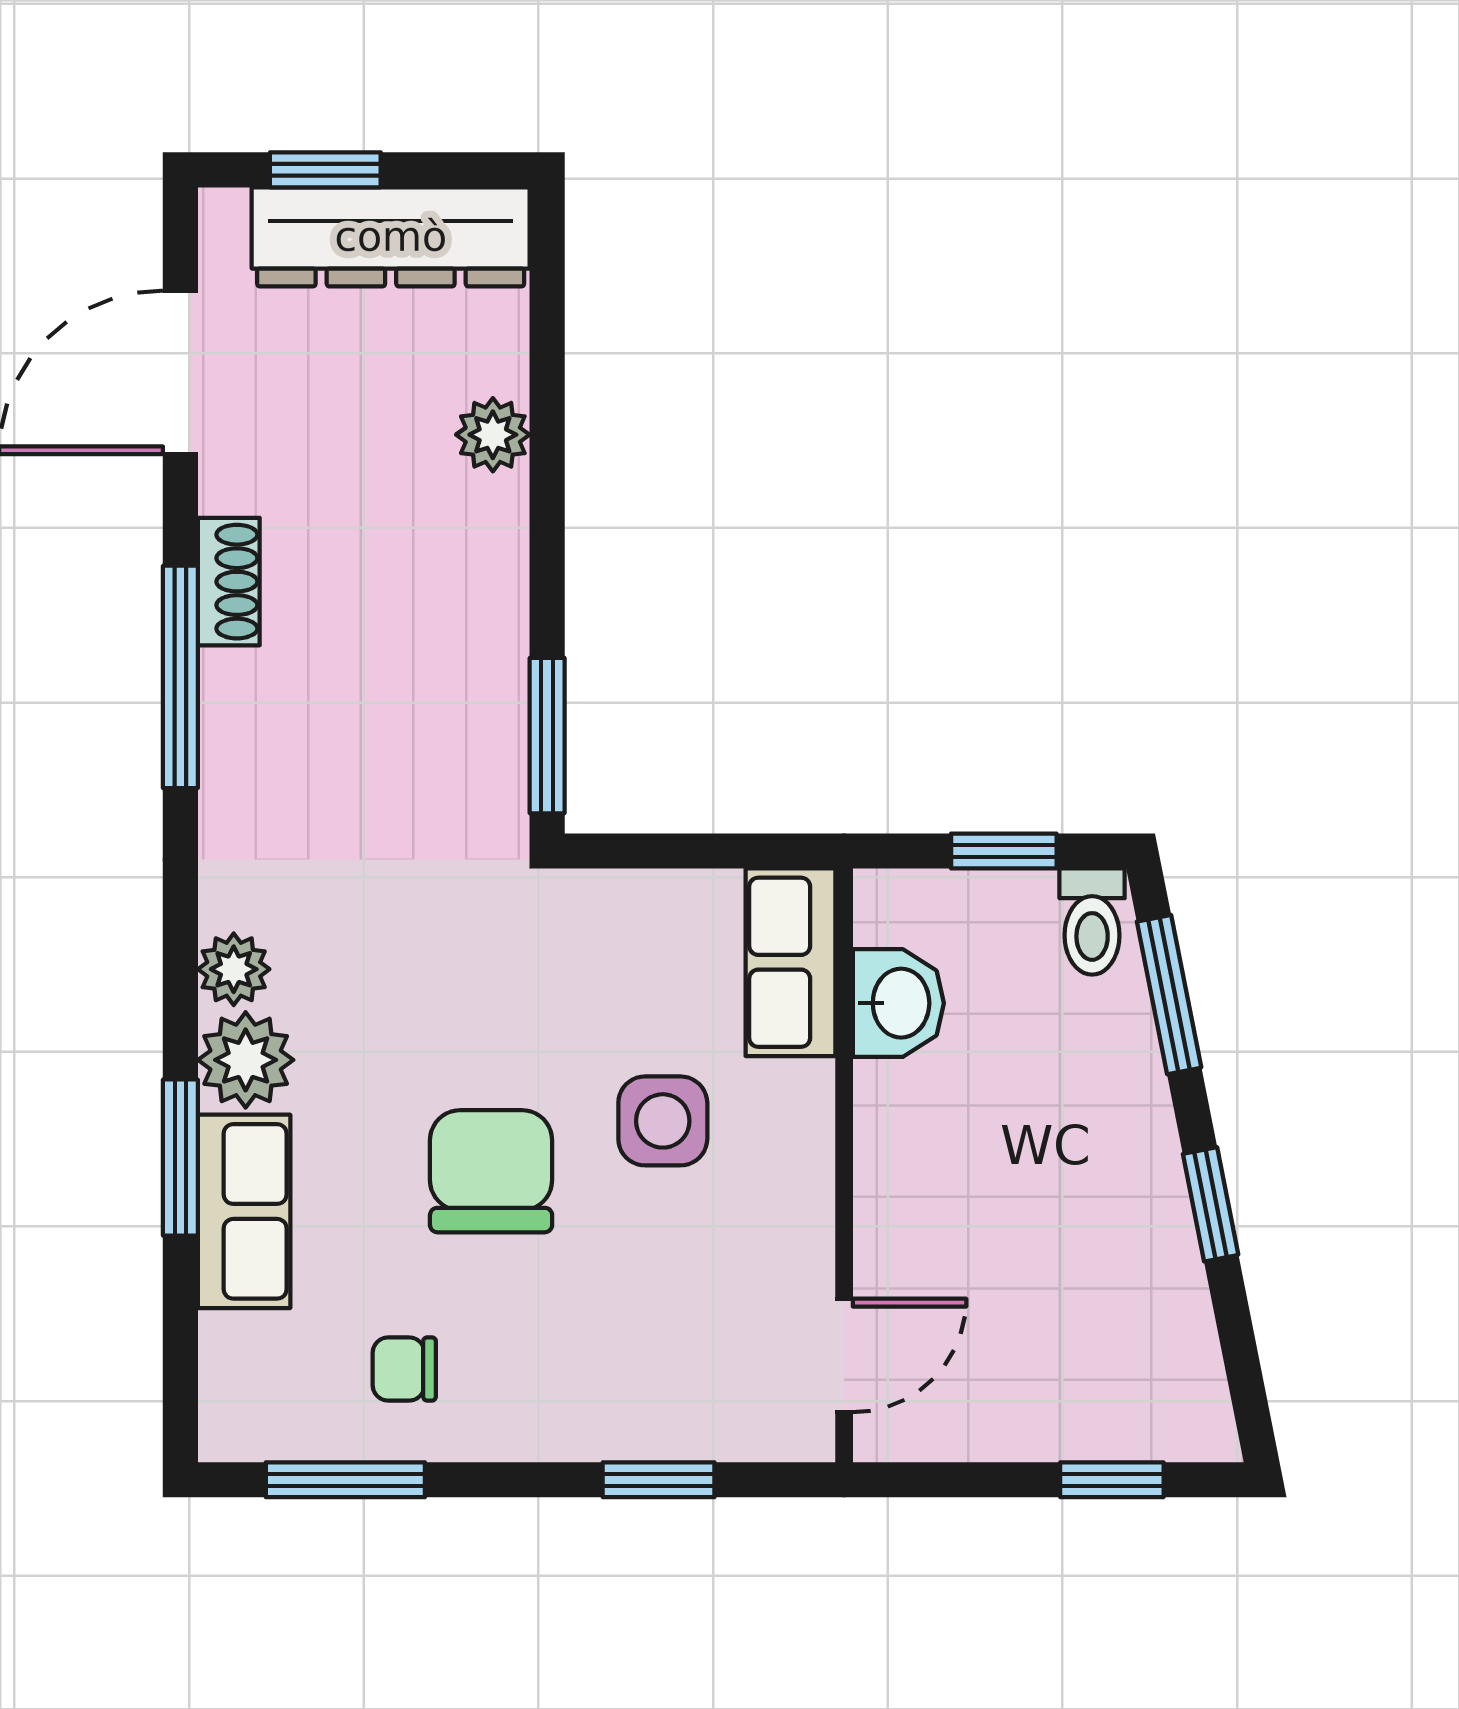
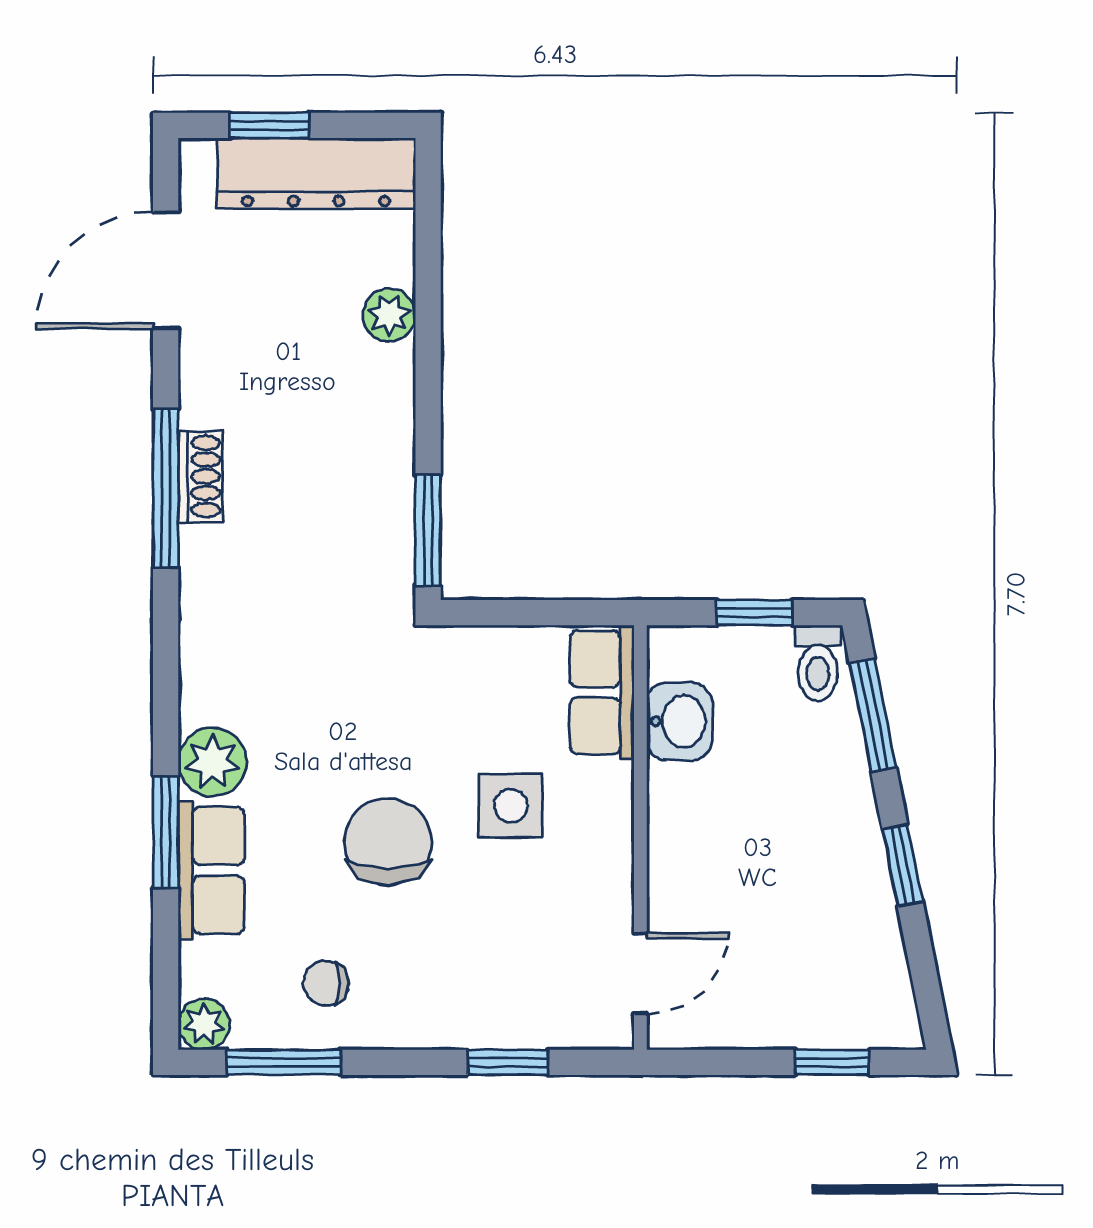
shoe rack: (229, 582) -> (200, 476), moved
plant: (234, 969) -> (204, 1024), moved

